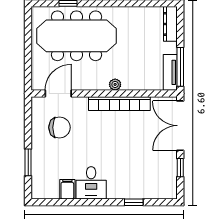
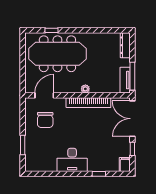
chair: (59, 127) -> (45, 120), turned 90
desk: (91, 183) -> (72, 160), width x1.37
filing cabinet: (67, 189) -> (125, 164), moved

